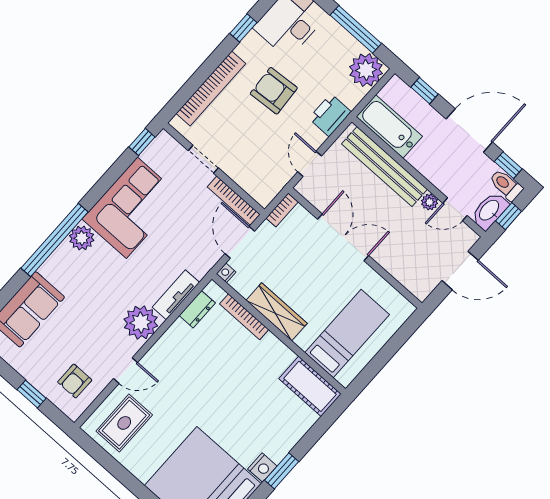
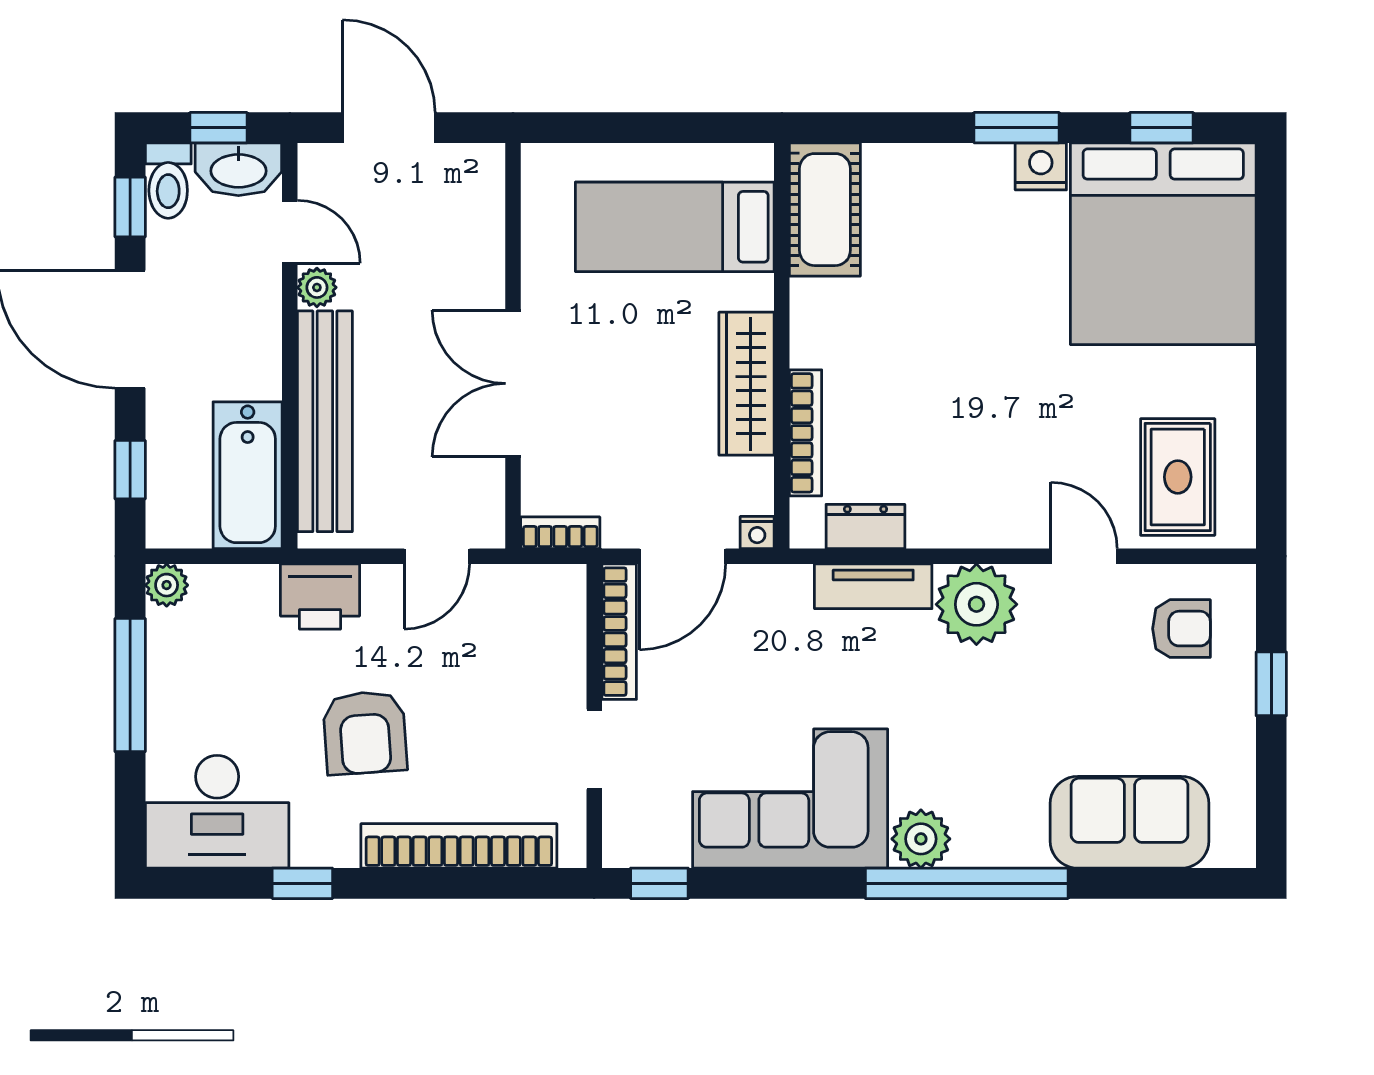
plant: (366, 70) -> (167, 585), width x0.53, depth x0.53
rug: (124, 423) -> (1178, 477), turned 90

